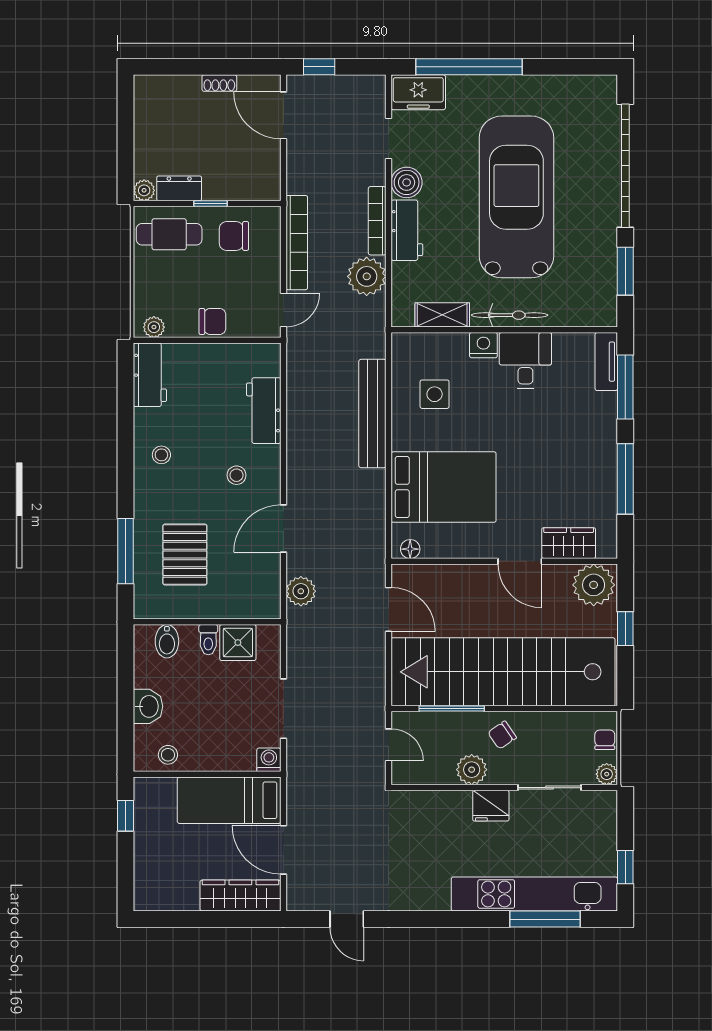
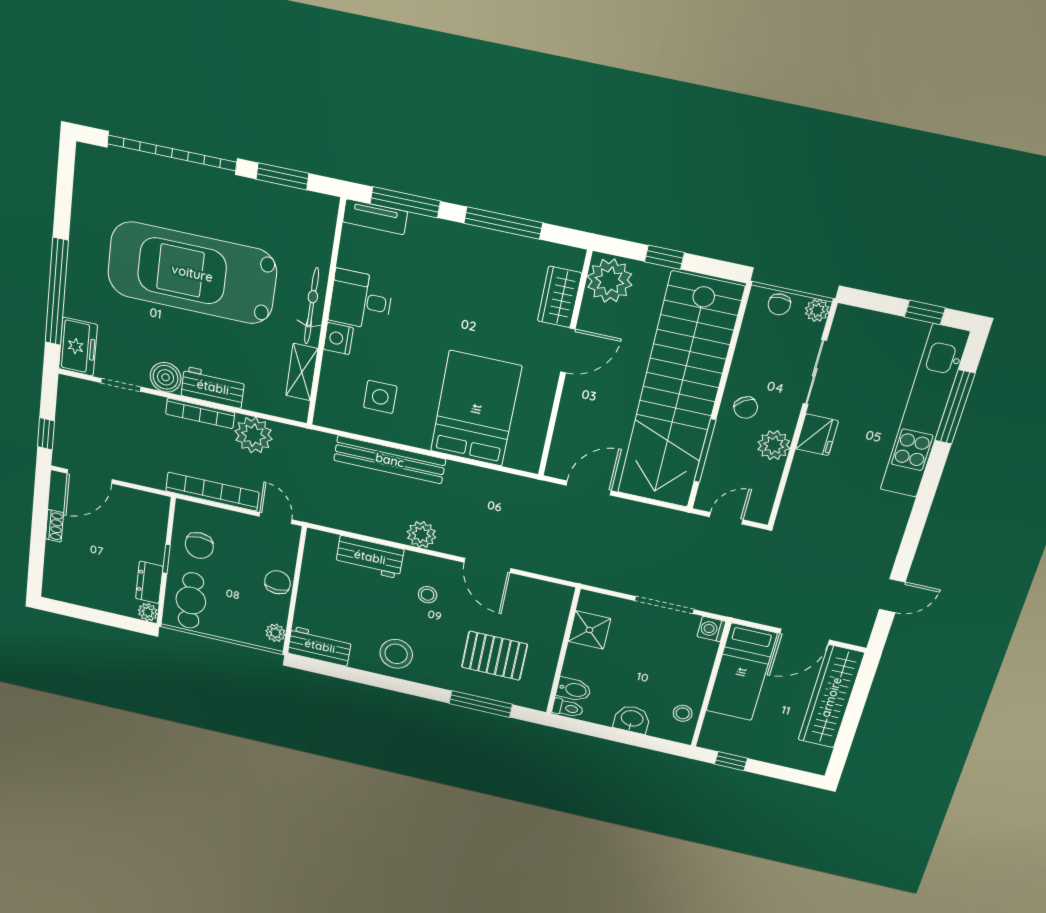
stool: (161, 455) -> (396, 654), width x1.89, depth x1.89
floor lamp: (410, 549) -> (532, 454), removed
plant: (301, 591) -> (421, 535), moved
toilet: (208, 640) -> (568, 708), moved
chair: (605, 740) -> (779, 304), turned -90
wardrobe: (240, 896) -> (831, 697), width x1.40, depth x1.17

